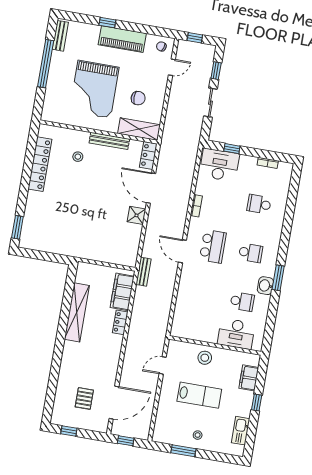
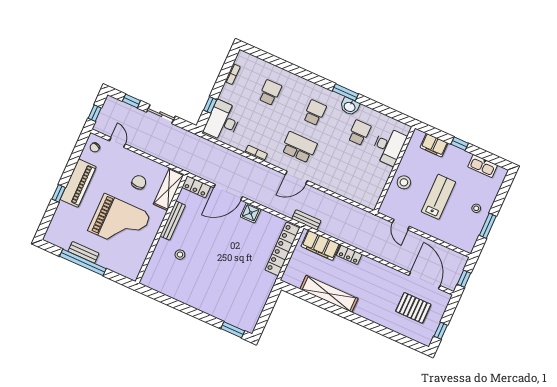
bench: (60, 36) -> (83, 252), moved
locker: (40, 164) -> (282, 249), moved, turned -90
school desk: (259, 204) -> (270, 93), turned 180
pallet: (84, 398) -> (413, 308), width x1.50, depth x1.42

